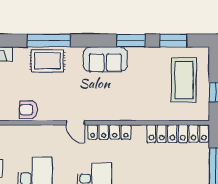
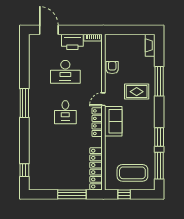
window: (173, 40) -> (159, 166), width x1.44
sofa: (105, 59) -> (113, 121), moved, turned 180
rug: (47, 61) -> (137, 92), moved, turned 90

